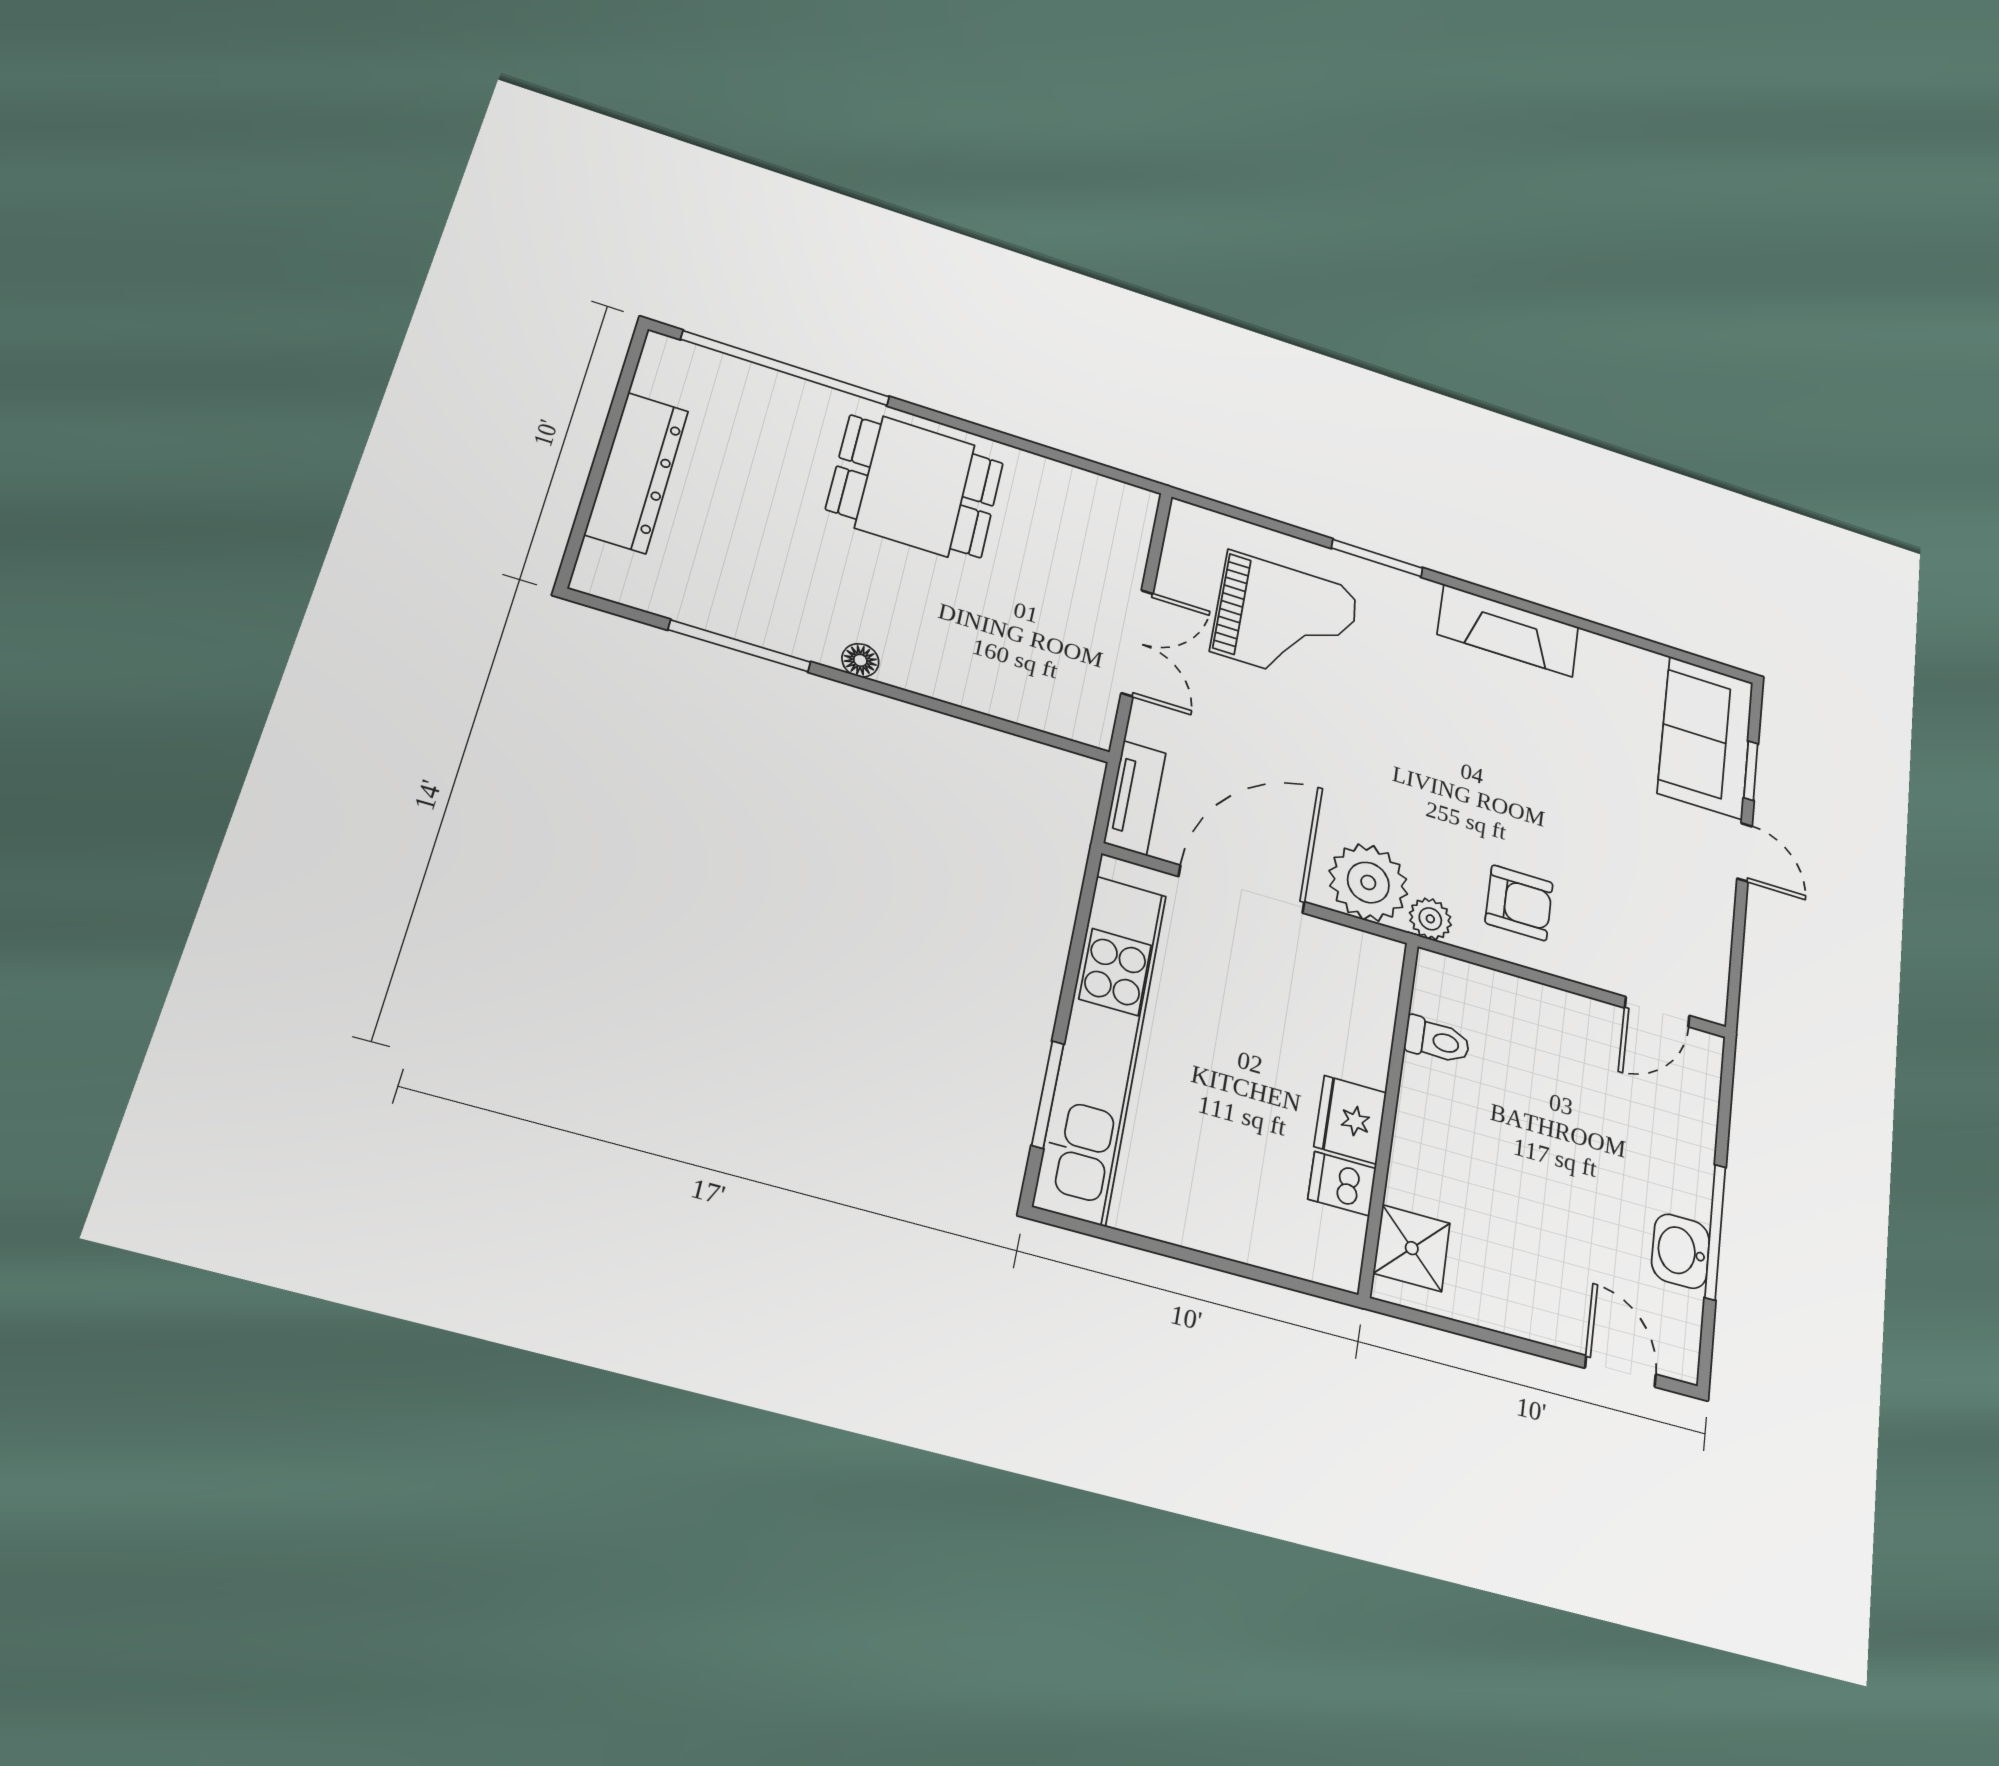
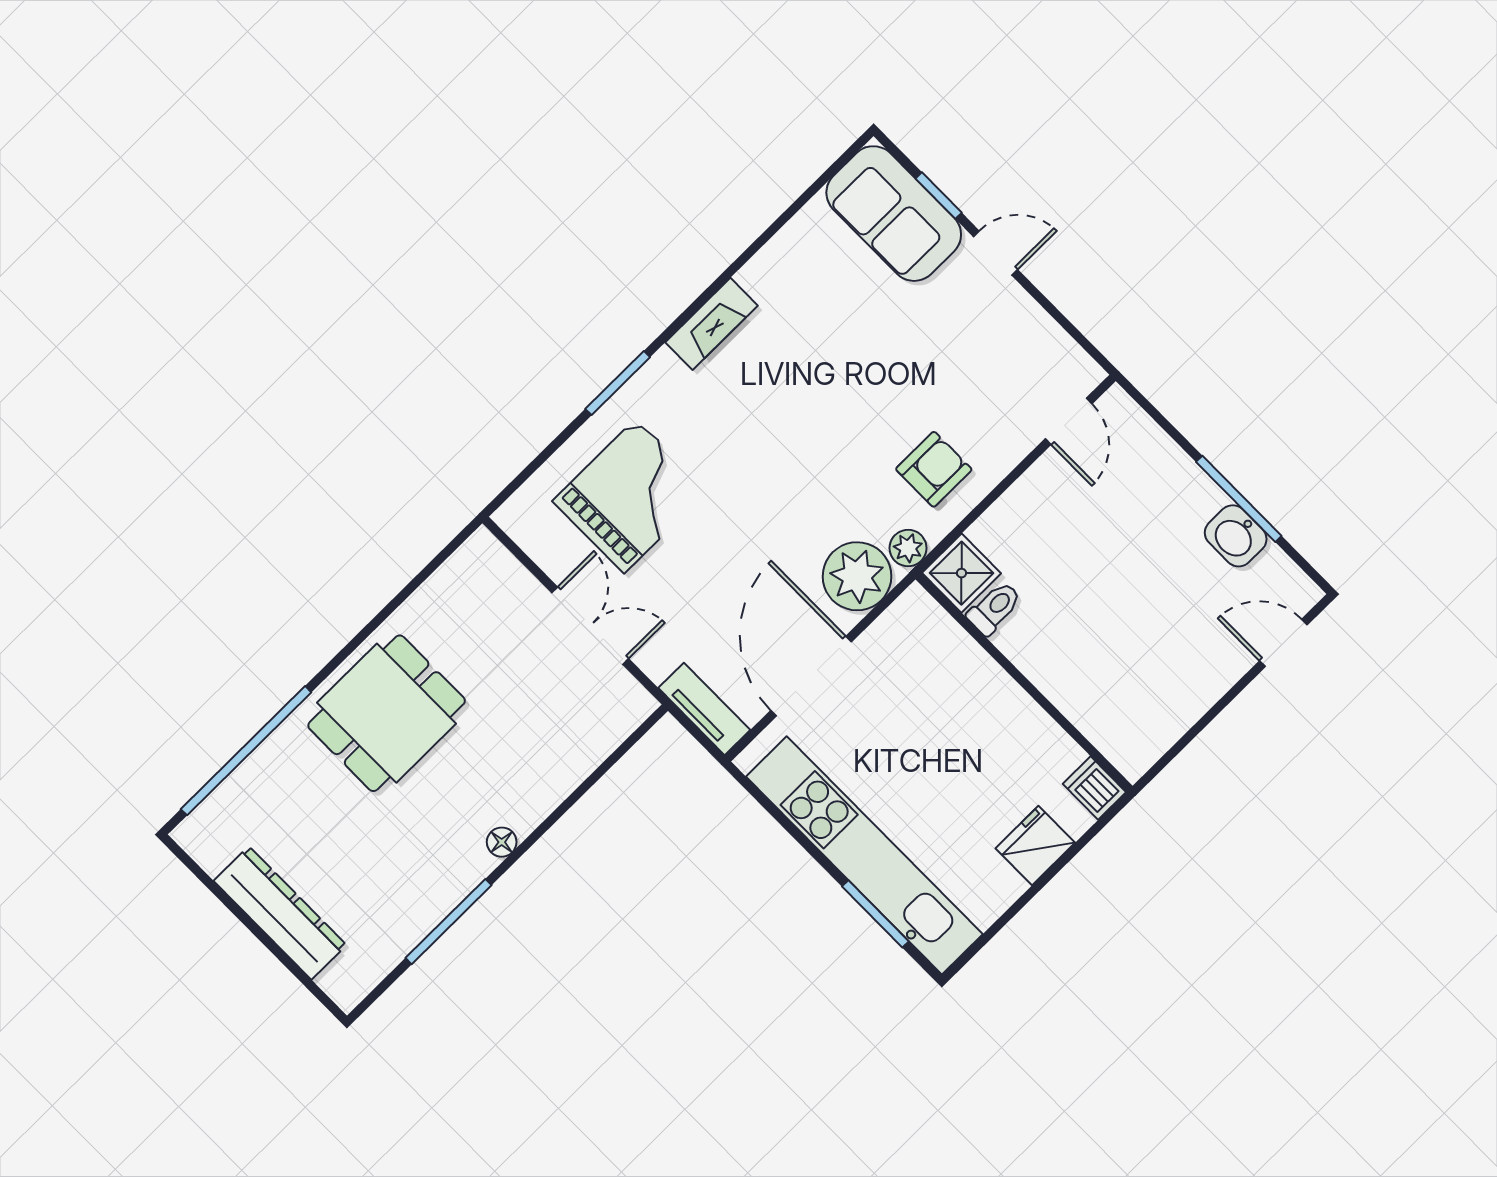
fireplace: (1508, 631) -> (712, 324), width x0.73, depth x0.76
fridge: (1350, 1120) -> (1035, 846), moved, turned 90
dishwasher: (1342, 1184) -> (1094, 788), moved, turned 90
shower: (1412, 1248) -> (962, 573), moved

